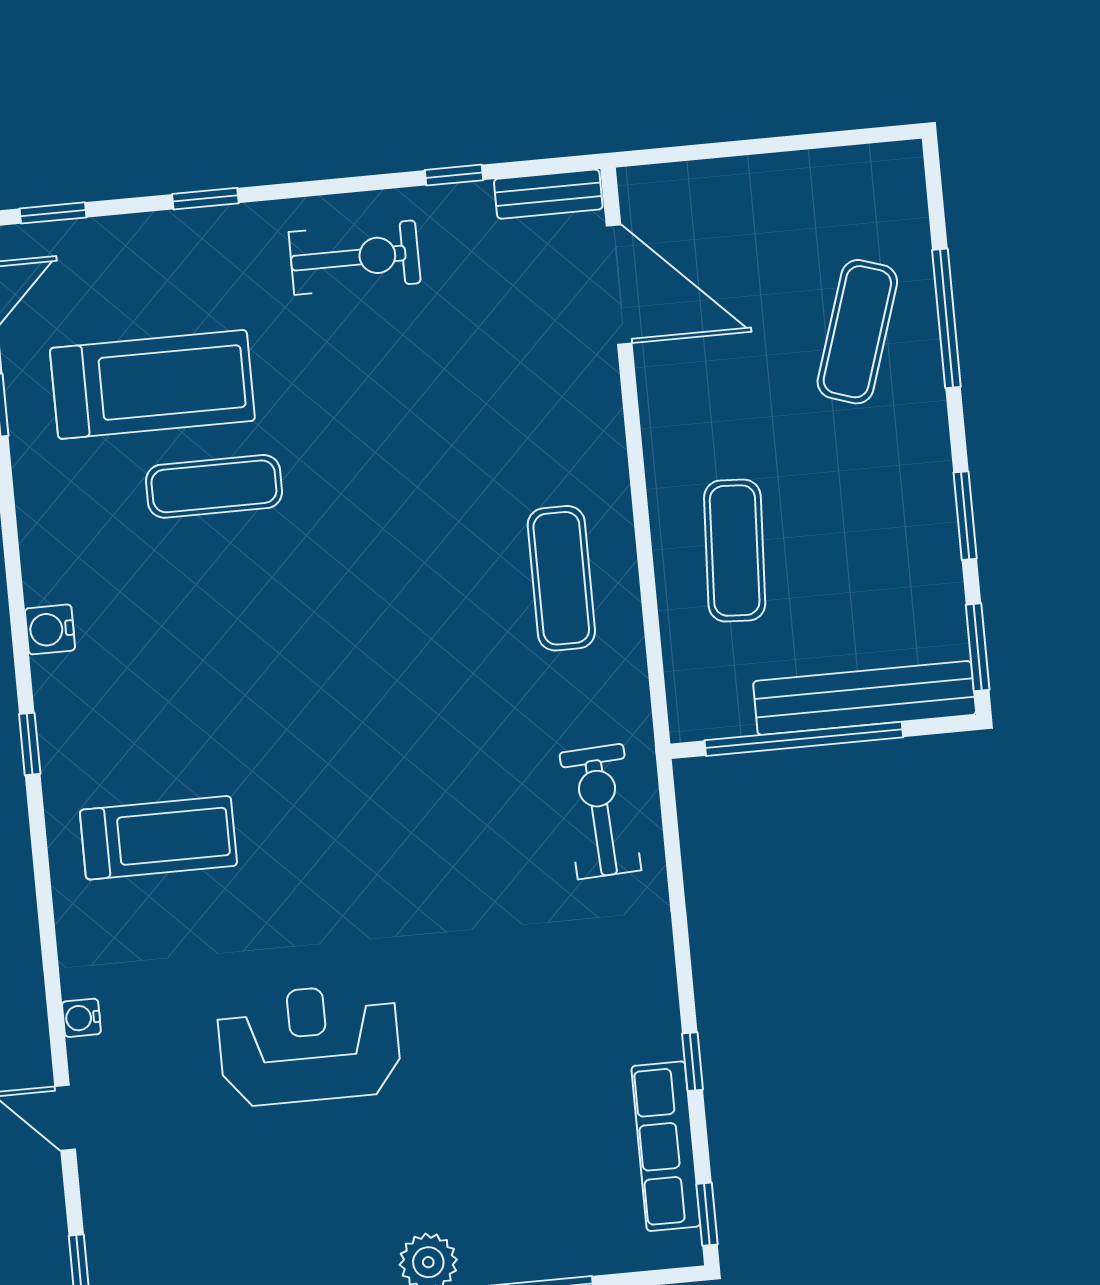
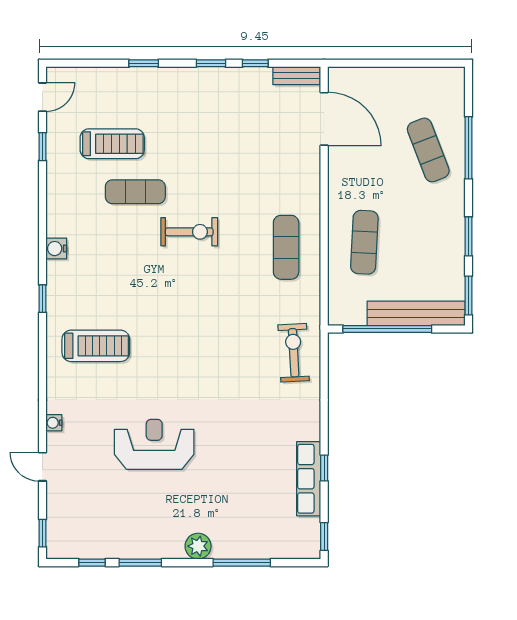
window: (53, 213) -> (211, 63), moved
exercise bike: (355, 258) -> (189, 232), moved
exercise mat: (857, 332) -> (428, 150), turned -39
treadmill: (152, 384) -> (112, 144), width x0.73, depth x0.73
row of seats: (666, 1146) -> (309, 479), moved

